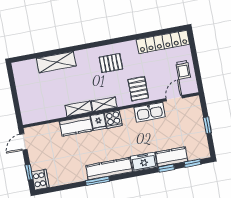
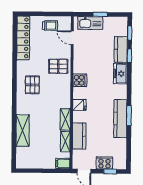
shelving: (104, 104) -> (65, 142), moved
kitchen sink: (150, 112) -> (90, 23), moved, turned 90
filing cabinet: (27, 116) -> (63, 164), added
cooker: (113, 119) -> (80, 80), moved
kitchen counter: (76, 126) -> (79, 136), moved
kitchen counter: (109, 169) -> (120, 119), moved
cooker: (40, 180) -> (104, 163), moved

